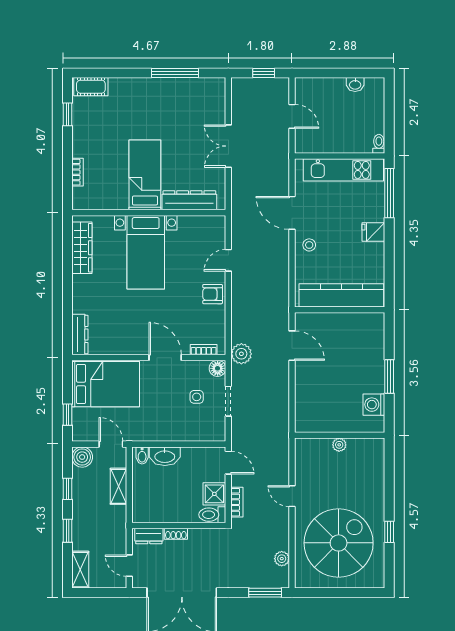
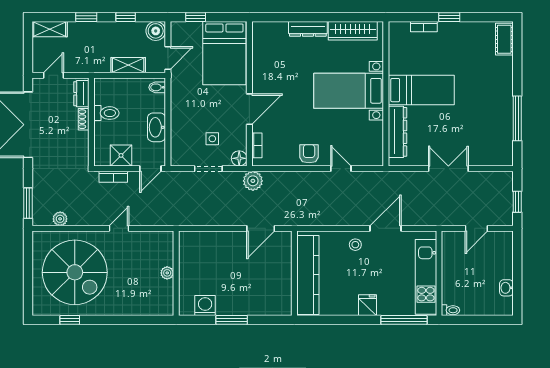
window: (67, 114) -> (449, 17), moved
dresser: (80, 334) -> (308, 29), moved
washbasin: (165, 456) -> (156, 127), moved
toilet: (212, 515) -> (106, 113), moved, turned 90
window: (389, 532) -> (70, 320), moved

